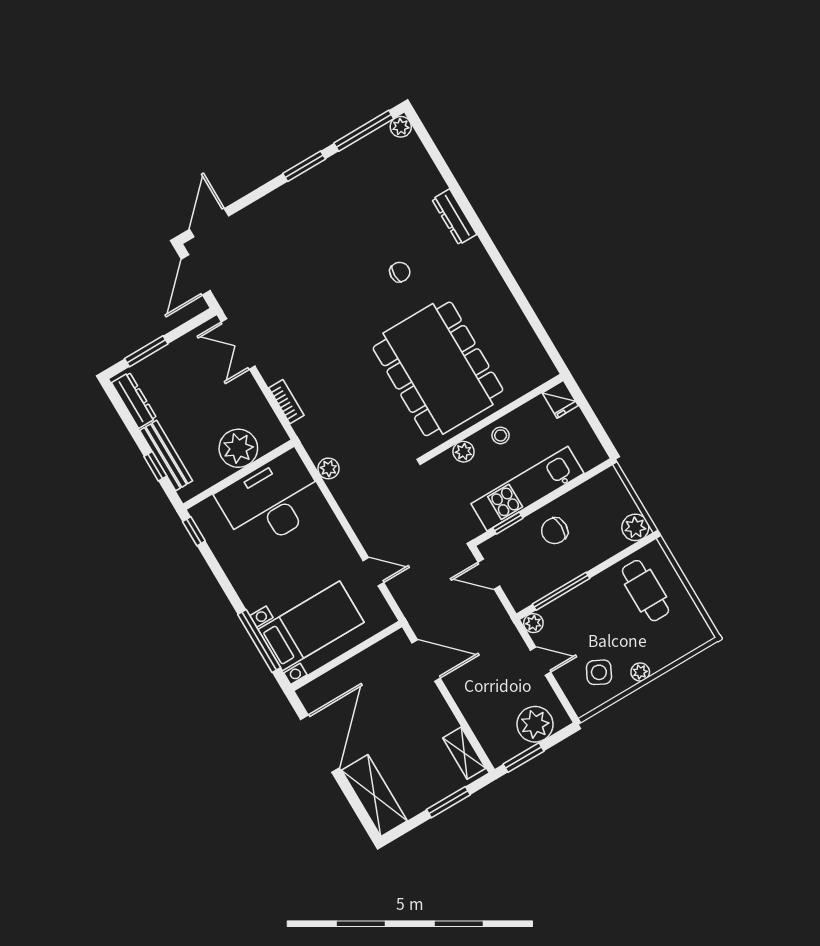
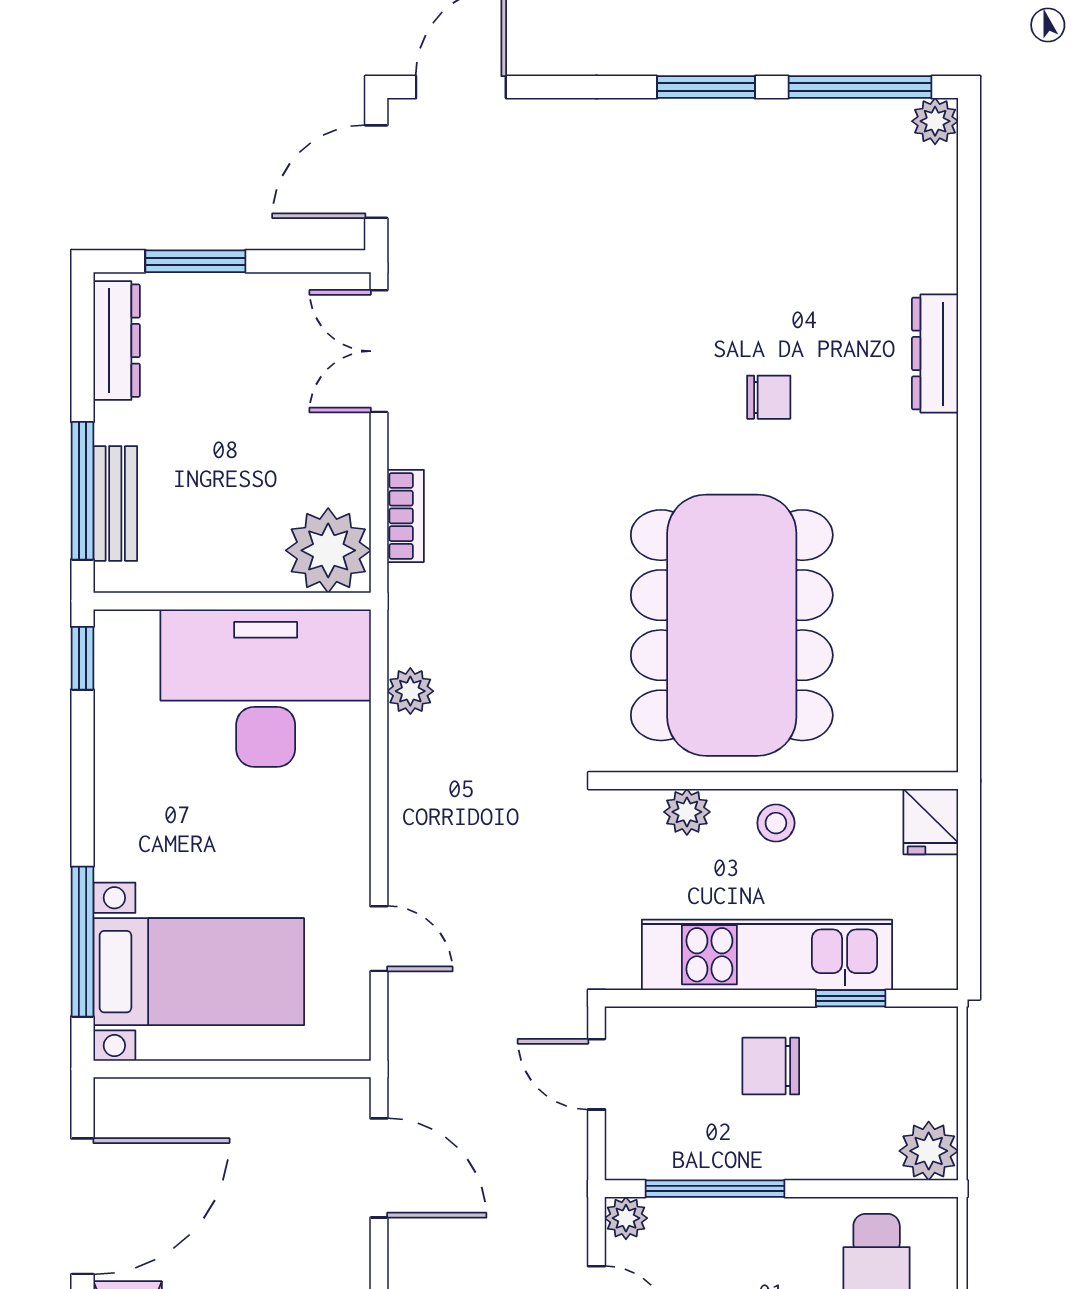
plant: (238, 448) -> (328, 550), moved
bench: (166, 456) -> (115, 503), width x0.73
window: (155, 466) -> (82, 491), width x2.17
window: (508, 523) -> (851, 998), moved

